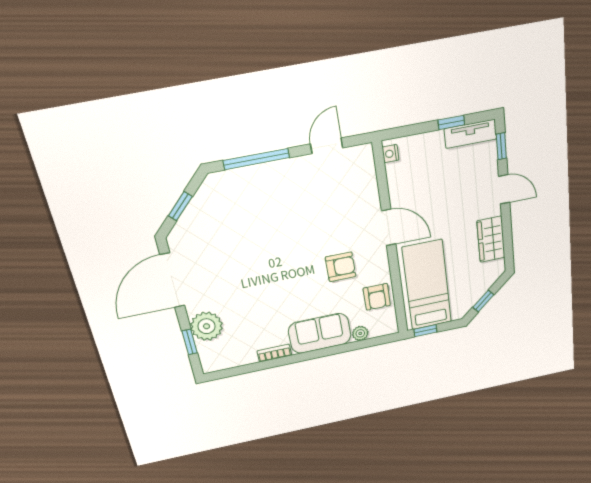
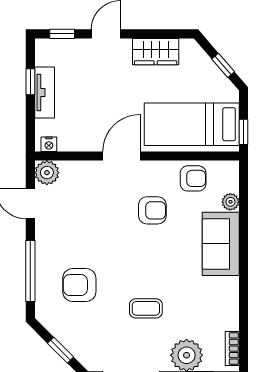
tv unit: (470, 134) -> (45, 93), moved
plant: (361, 157) -> (47, 173), added
armchair: (253, 212) -> (79, 285), added
armchair: (341, 267) -> (152, 210), turned 90
coffee table: (244, 280) -> (146, 308), added
bookcase: (274, 353) -> (232, 349), moved

